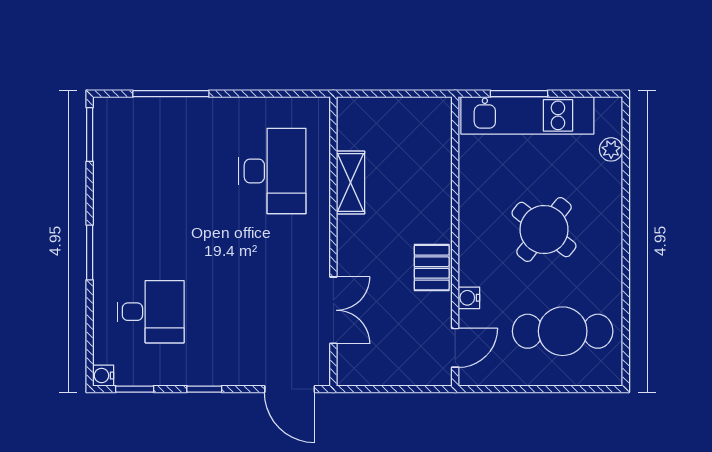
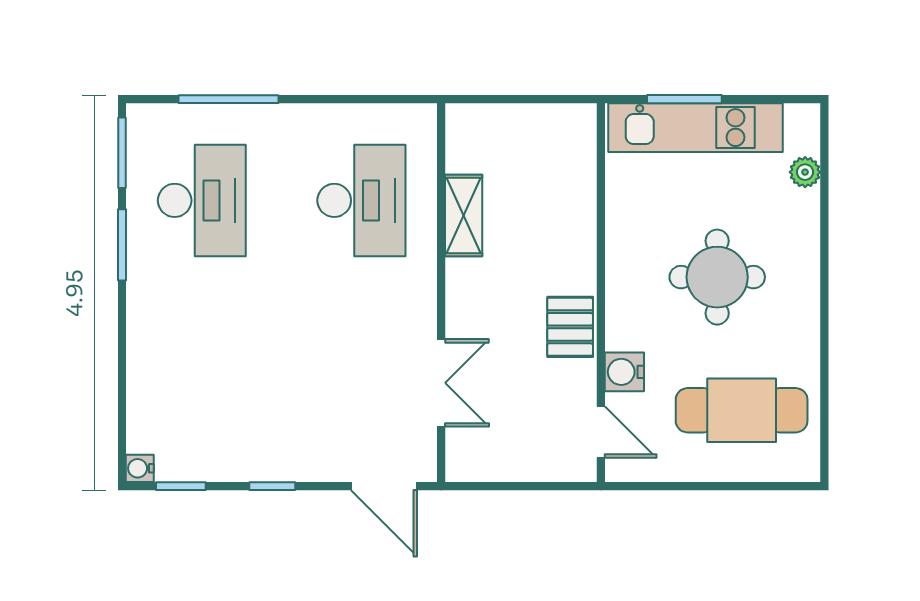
round table: (544, 230) -> (717, 277), turned -38
window: (90, 253) -> (122, 245), moved
water cooler: (469, 298) -> (624, 372), width x1.38, depth x1.38
desk: (151, 312) -> (202, 200), moved, width x1.37
door: (455, 348) -> (601, 432), hinge flipped

